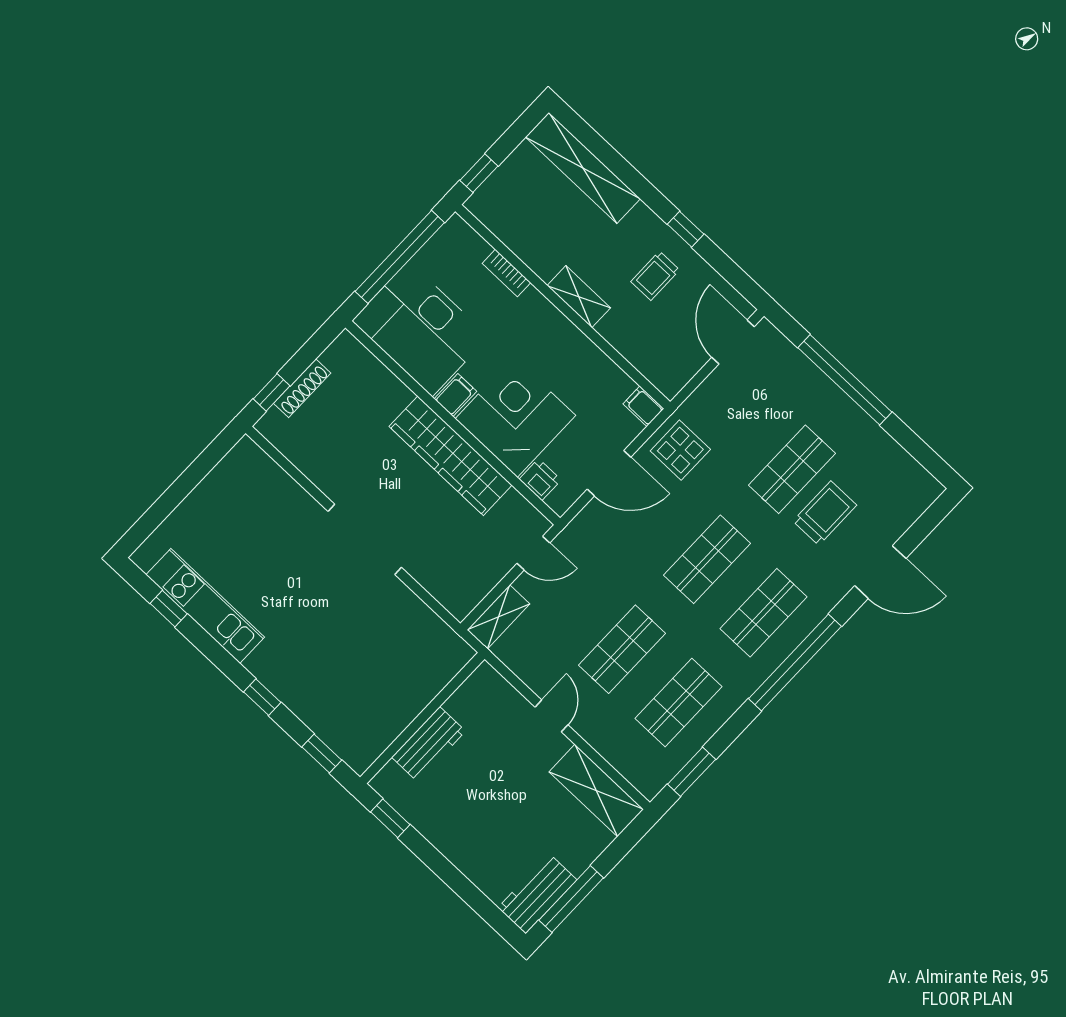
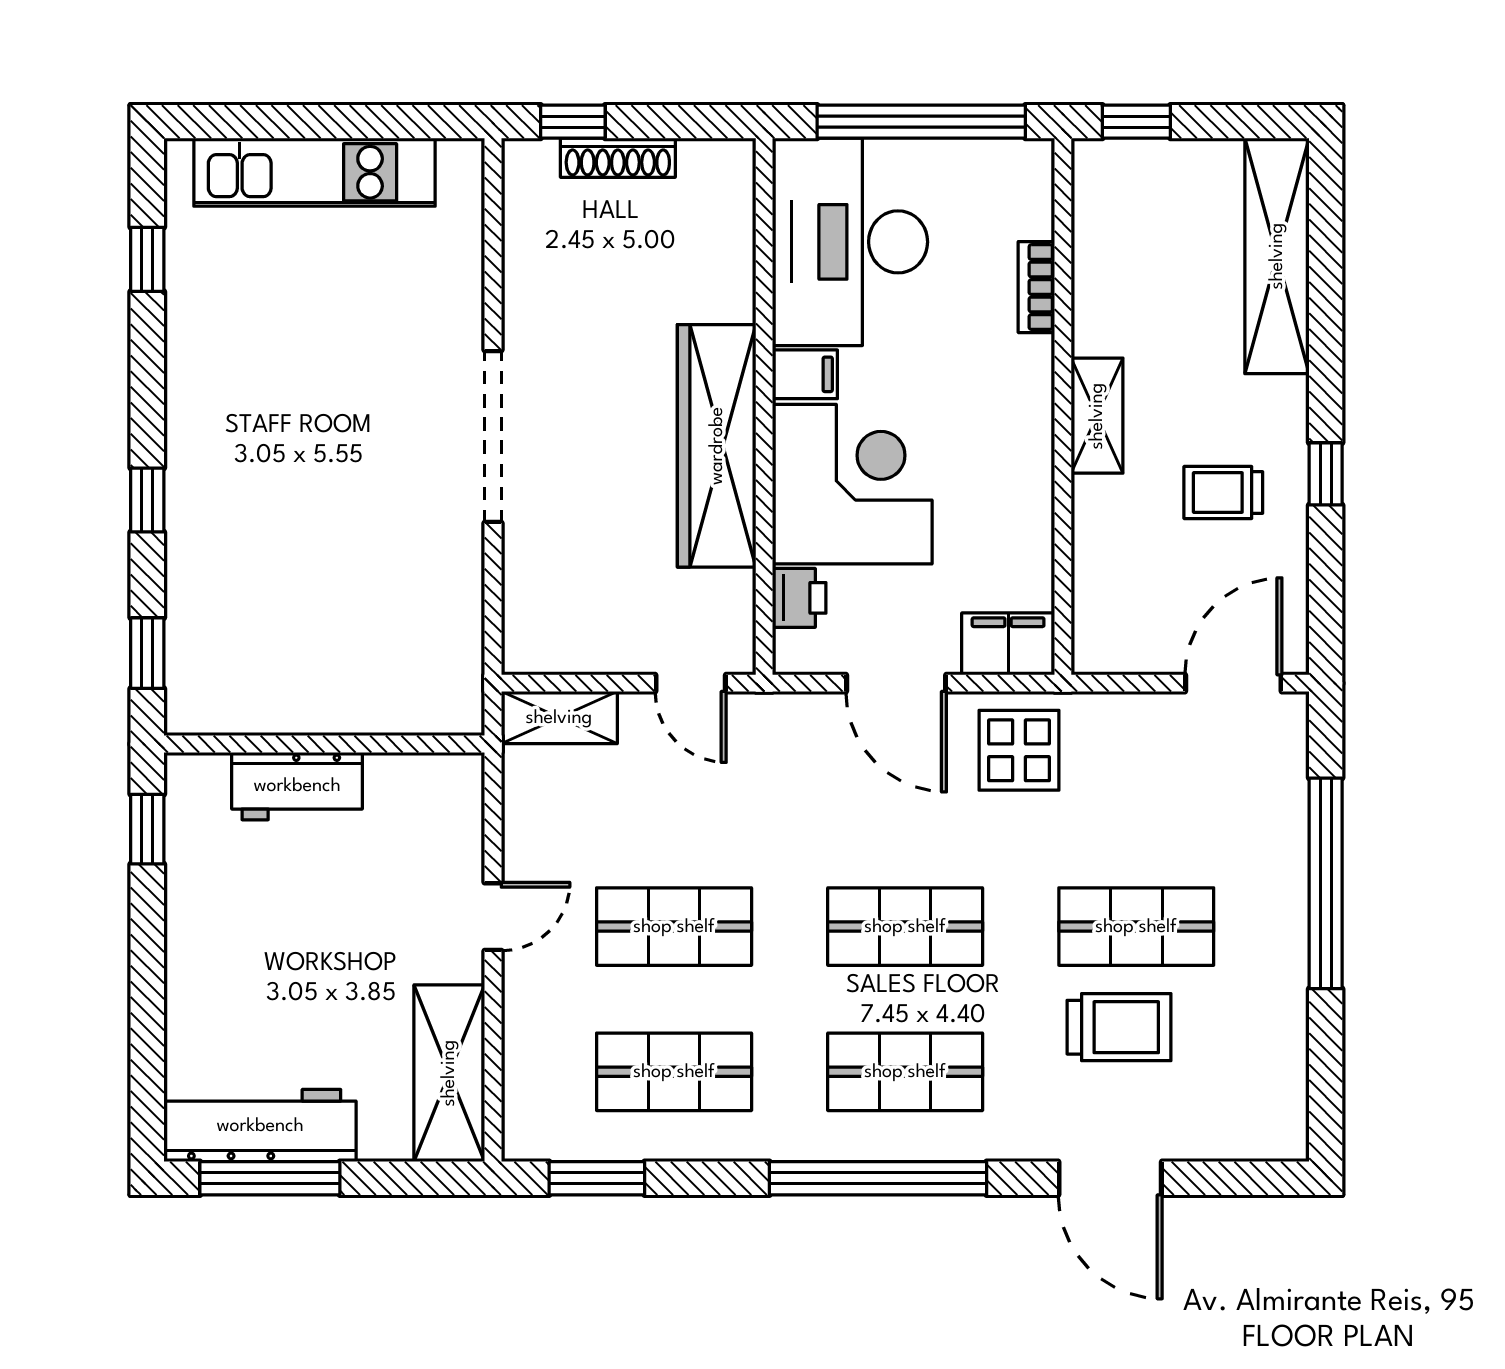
filing cabinet: (643, 406) -> (1008, 644), width x2.00
kitchen unit: (205, 606) -> (315, 172), moved, turned 90
workbench: (537, 894) -> (260, 1126), width x1.38

